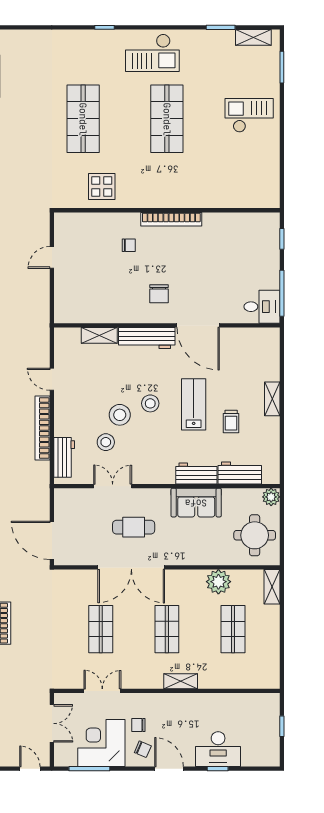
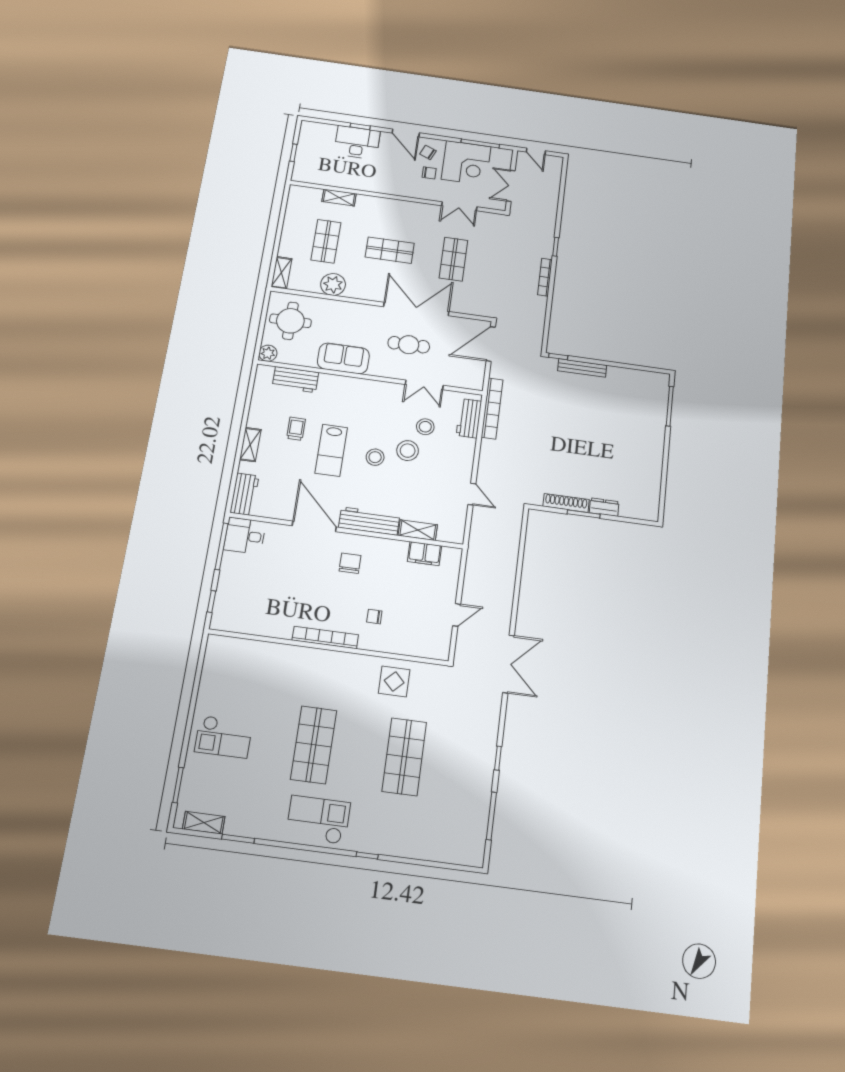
filing cabinet: (90, 313) -> (425, 554), added
bookcase: (42, 428) -> (492, 408), moved
workbench: (196, 473) -> (244, 494), moved, turned -90
door: (52, 540) -> (491, 344), swing flipped
shop shelf: (167, 629) -> (390, 250), turned 90
shelving: (181, 681) -> (339, 198), moved

